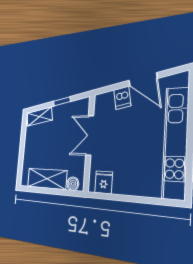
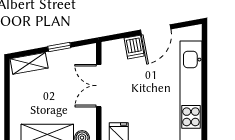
door: (143, 79) -> (156, 30), hinge flipped

